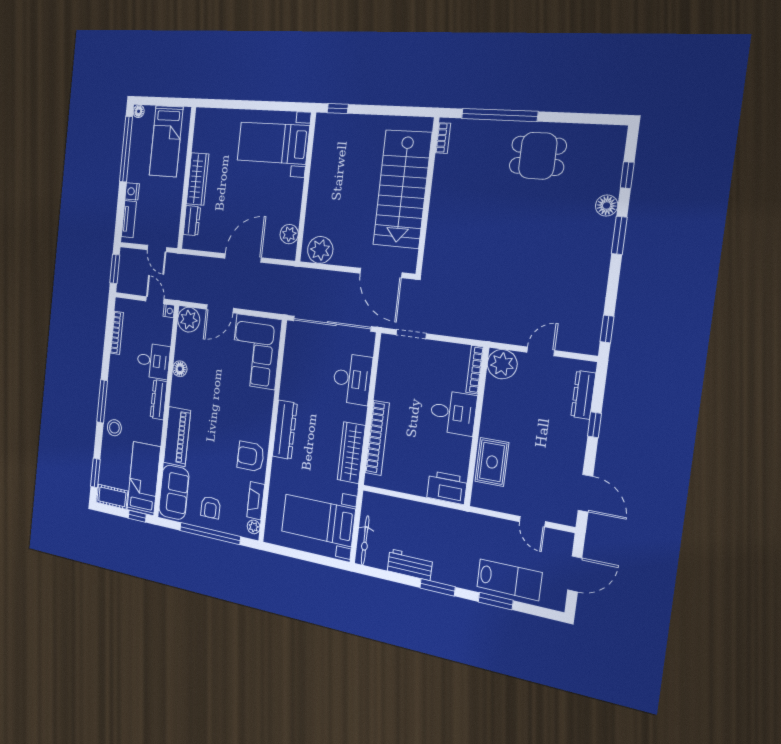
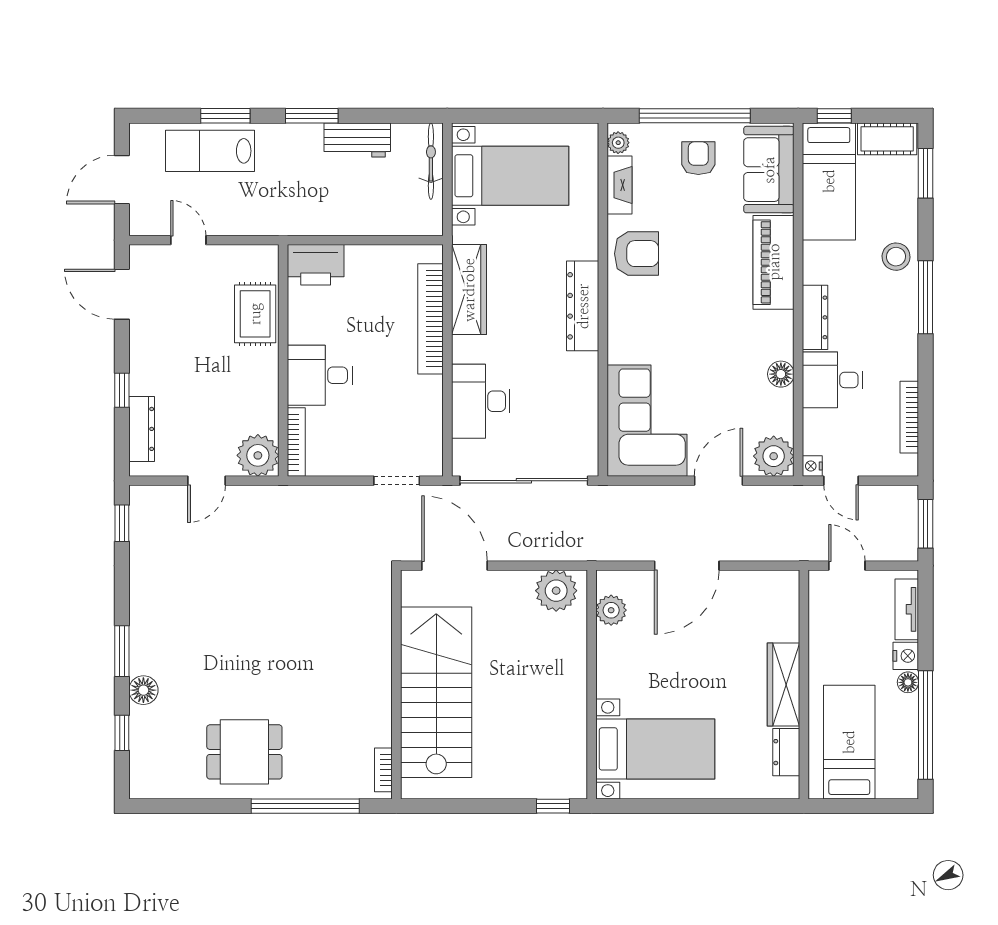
floor lamp: (139, 111) -> (908, 682), moved
dresser: (192, 221) -> (786, 752), moved

